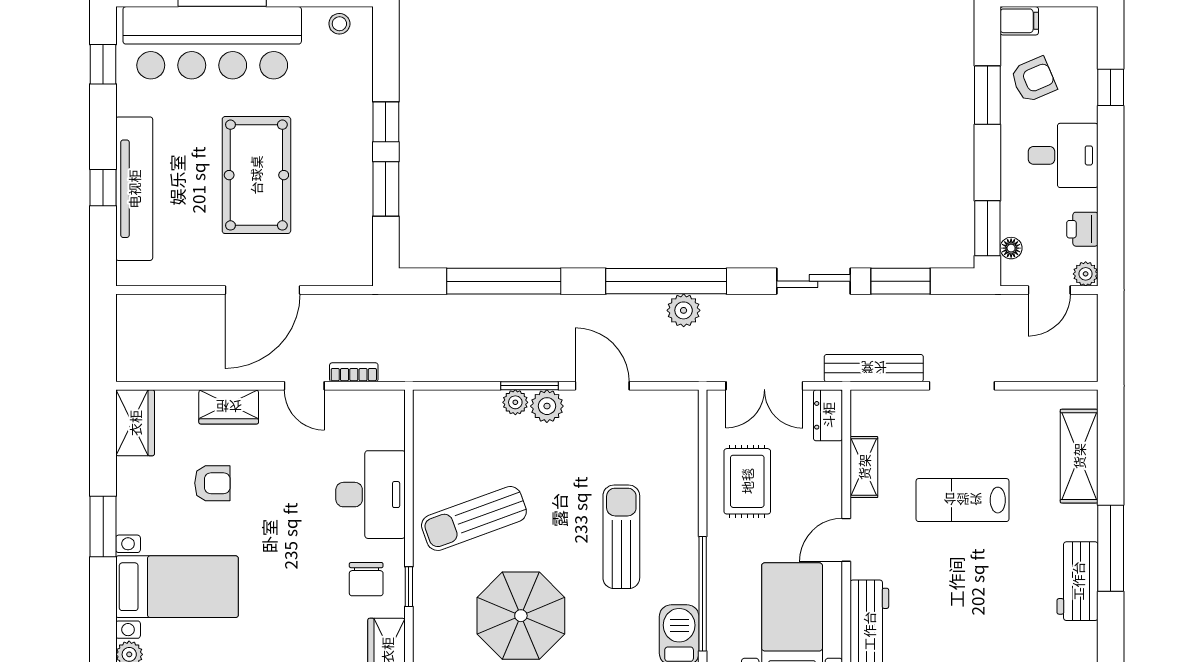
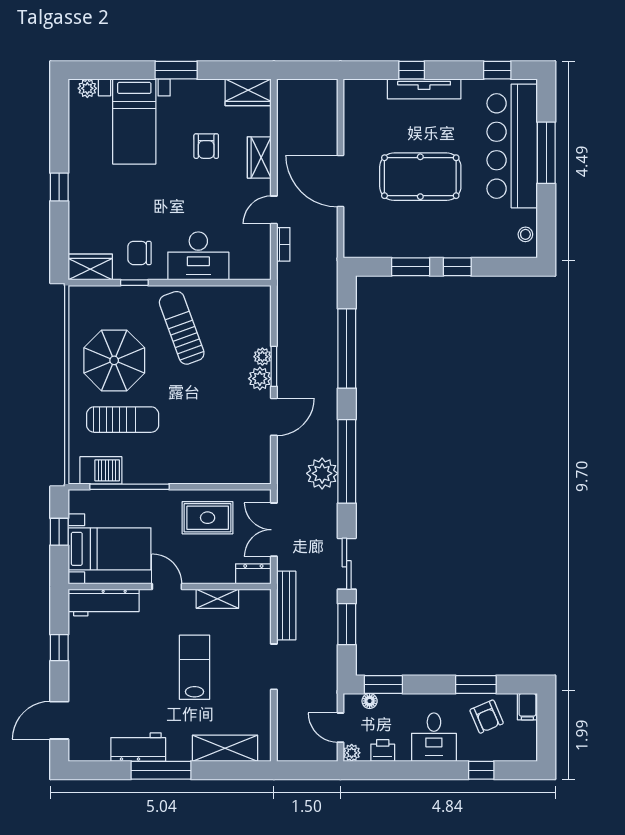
tv unit: (134, 189) -> (424, 89), width x0.73, depth x0.78
plant: (684, 310) -> (322, 473), width x1.36, depth x1.36
sun lounger: (621, 537) -> (123, 420), moved

